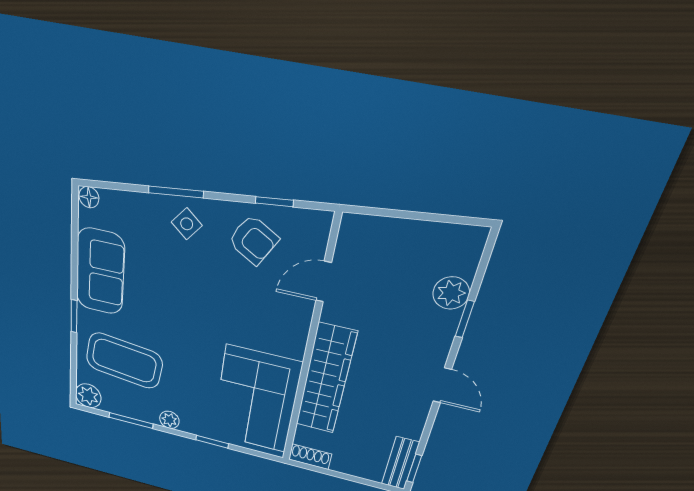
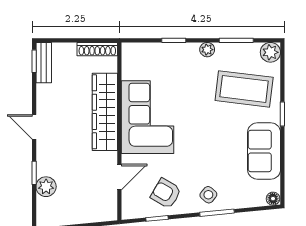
corner sofa: (256, 400) -> (147, 117), moved
shoe rack: (310, 457) -> (97, 49), width x1.43

